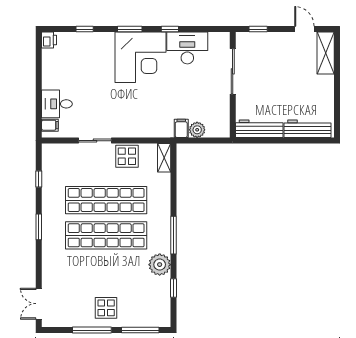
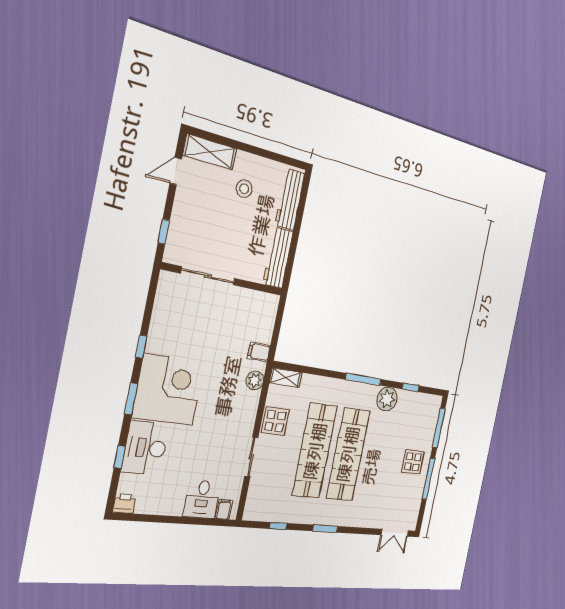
desk: (187, 48) -> (145, 448), moved
stool: (306, 87) -> (244, 189), added
plant: (197, 130) -> (255, 380), moved

